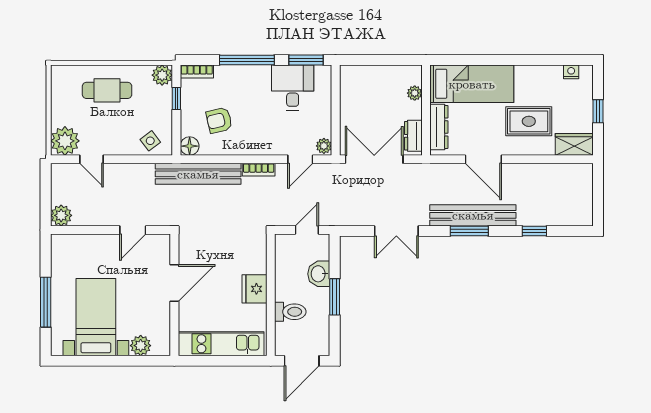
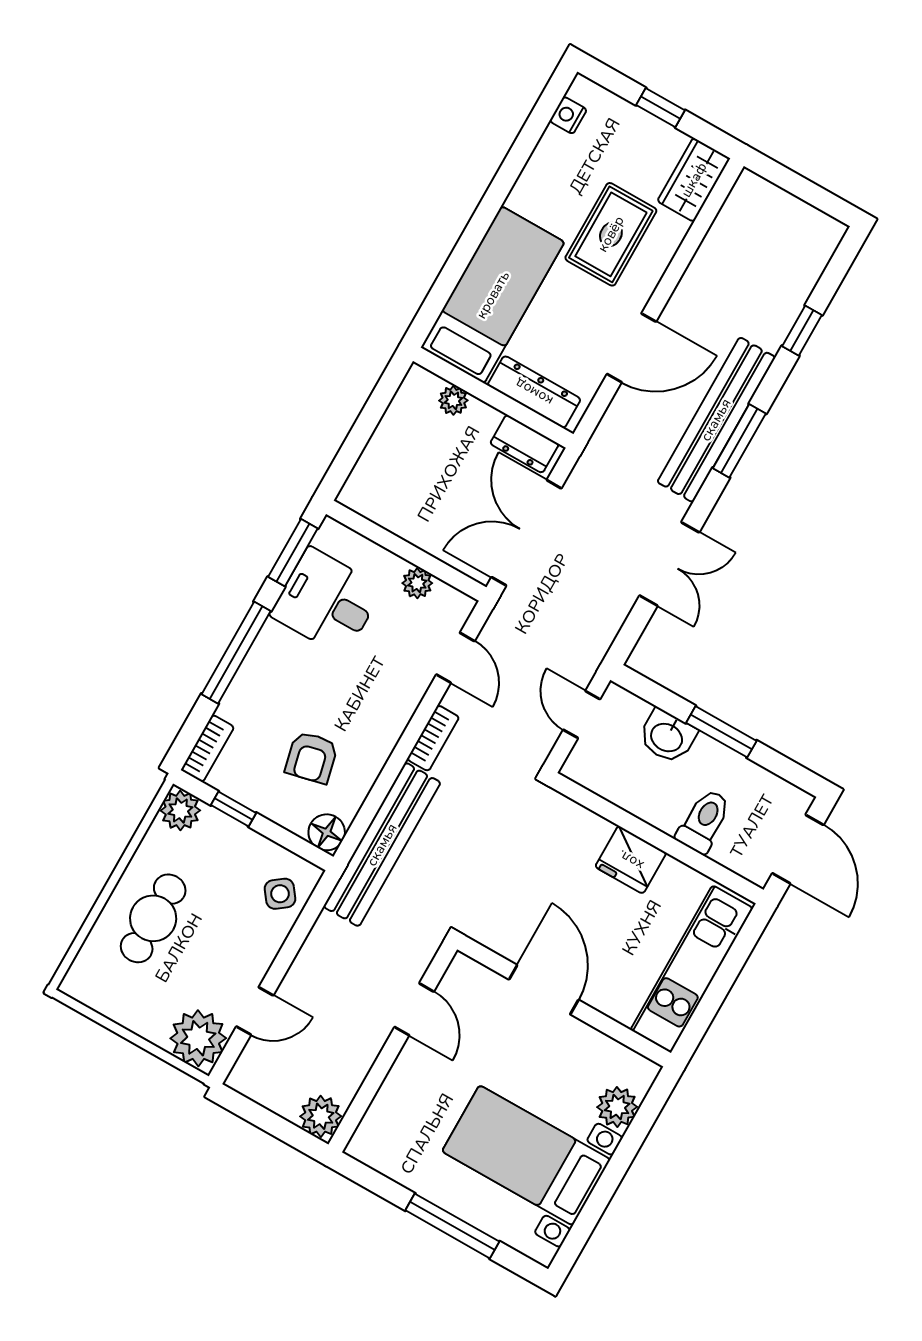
plant: (324, 146) -> (417, 583), moved

